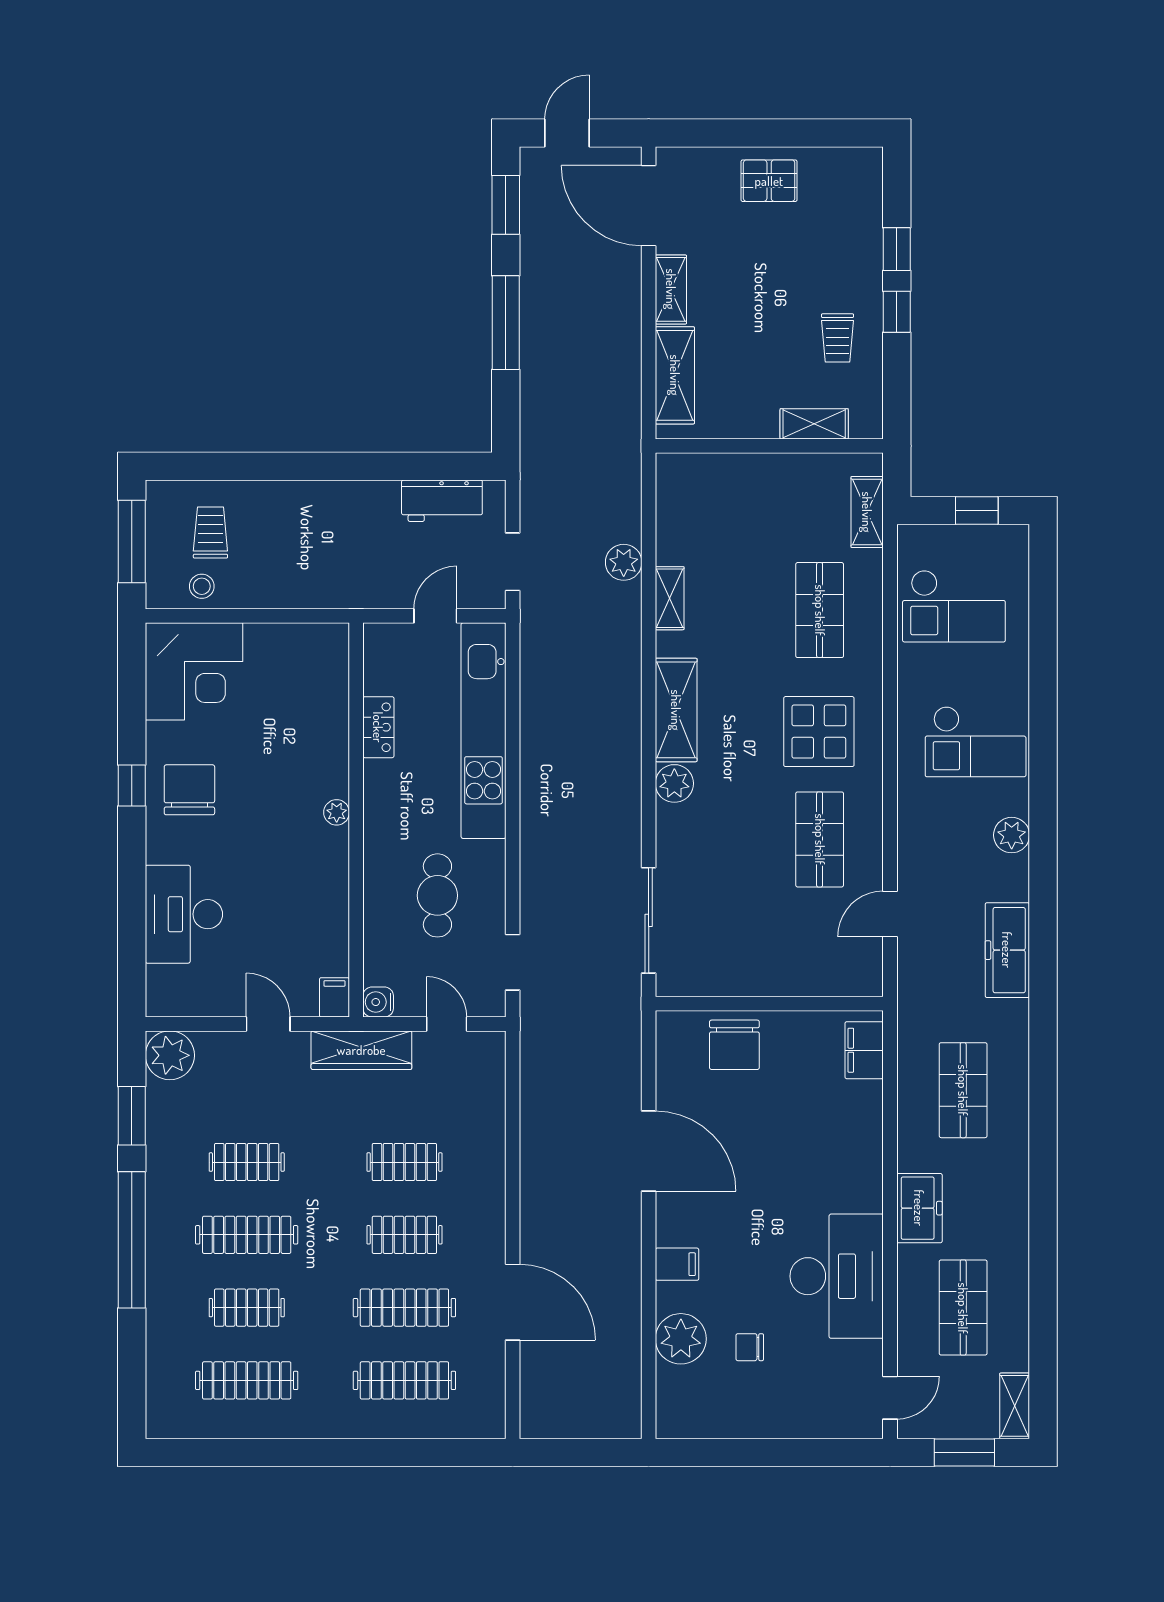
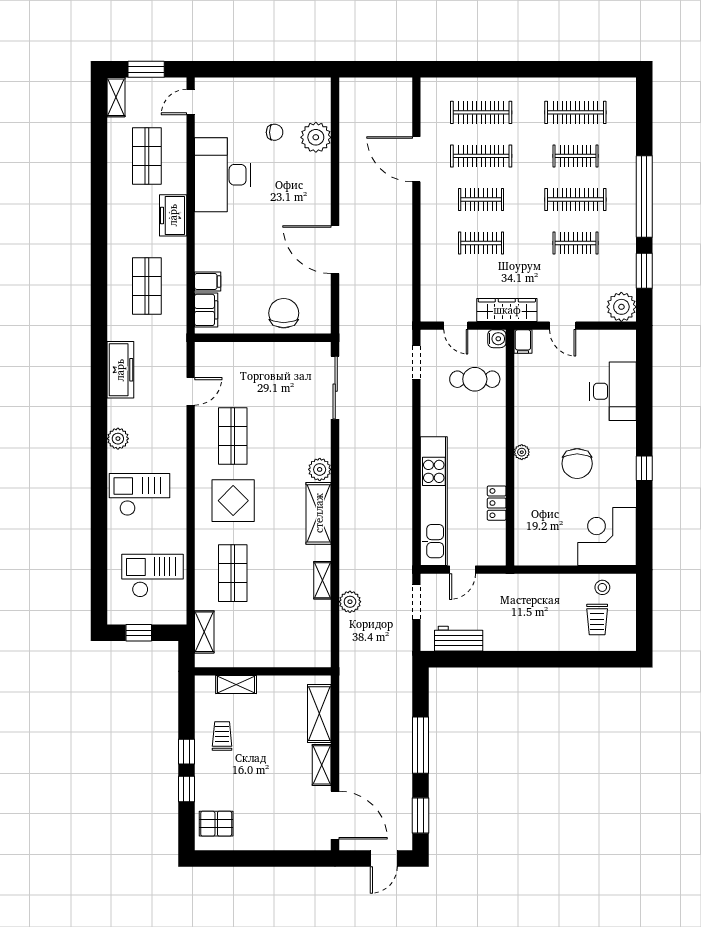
pallet: (769, 181) -> (216, 824), moved
window: (132, 541) -> (644, 614), removed
chair: (189, 790) -> (577, 464), moved
cafe table: (437, 895) -> (475, 379), moved, turned 90
filing cabinet: (677, 1264) -> (208, 281), moved, turned 180

